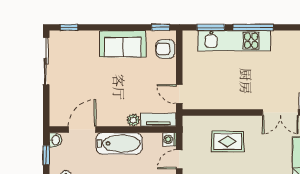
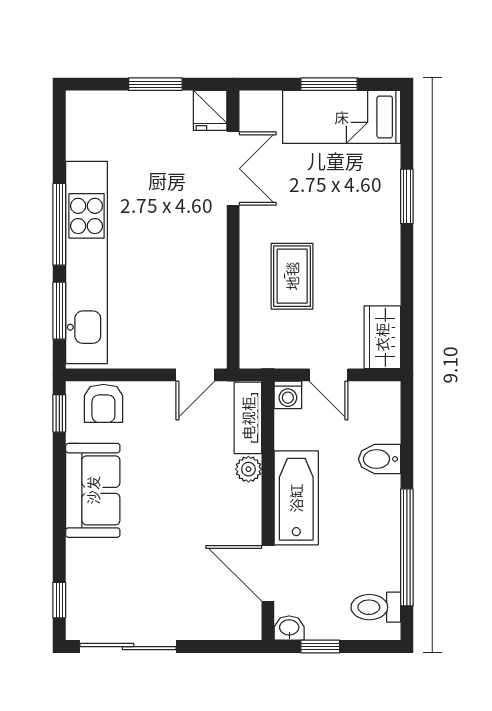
kitchen unit: (234, 41) -> (87, 262), width x1.36

